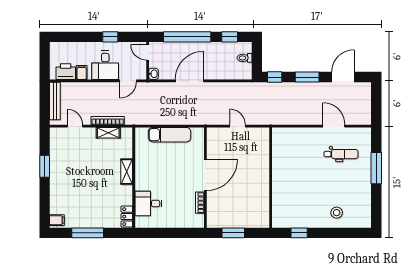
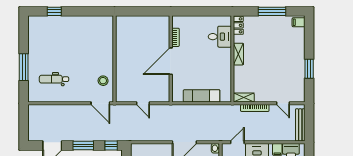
door: (334, 126) -> (100, 103), moved
shelving: (108, 133) -> (244, 98), moved
shelving: (127, 172) -> (238, 54), moved
stool: (337, 213) -> (103, 81), moved
window: (233, 233) -> (147, 11), removed
window: (299, 233) -> (54, 11), moved

